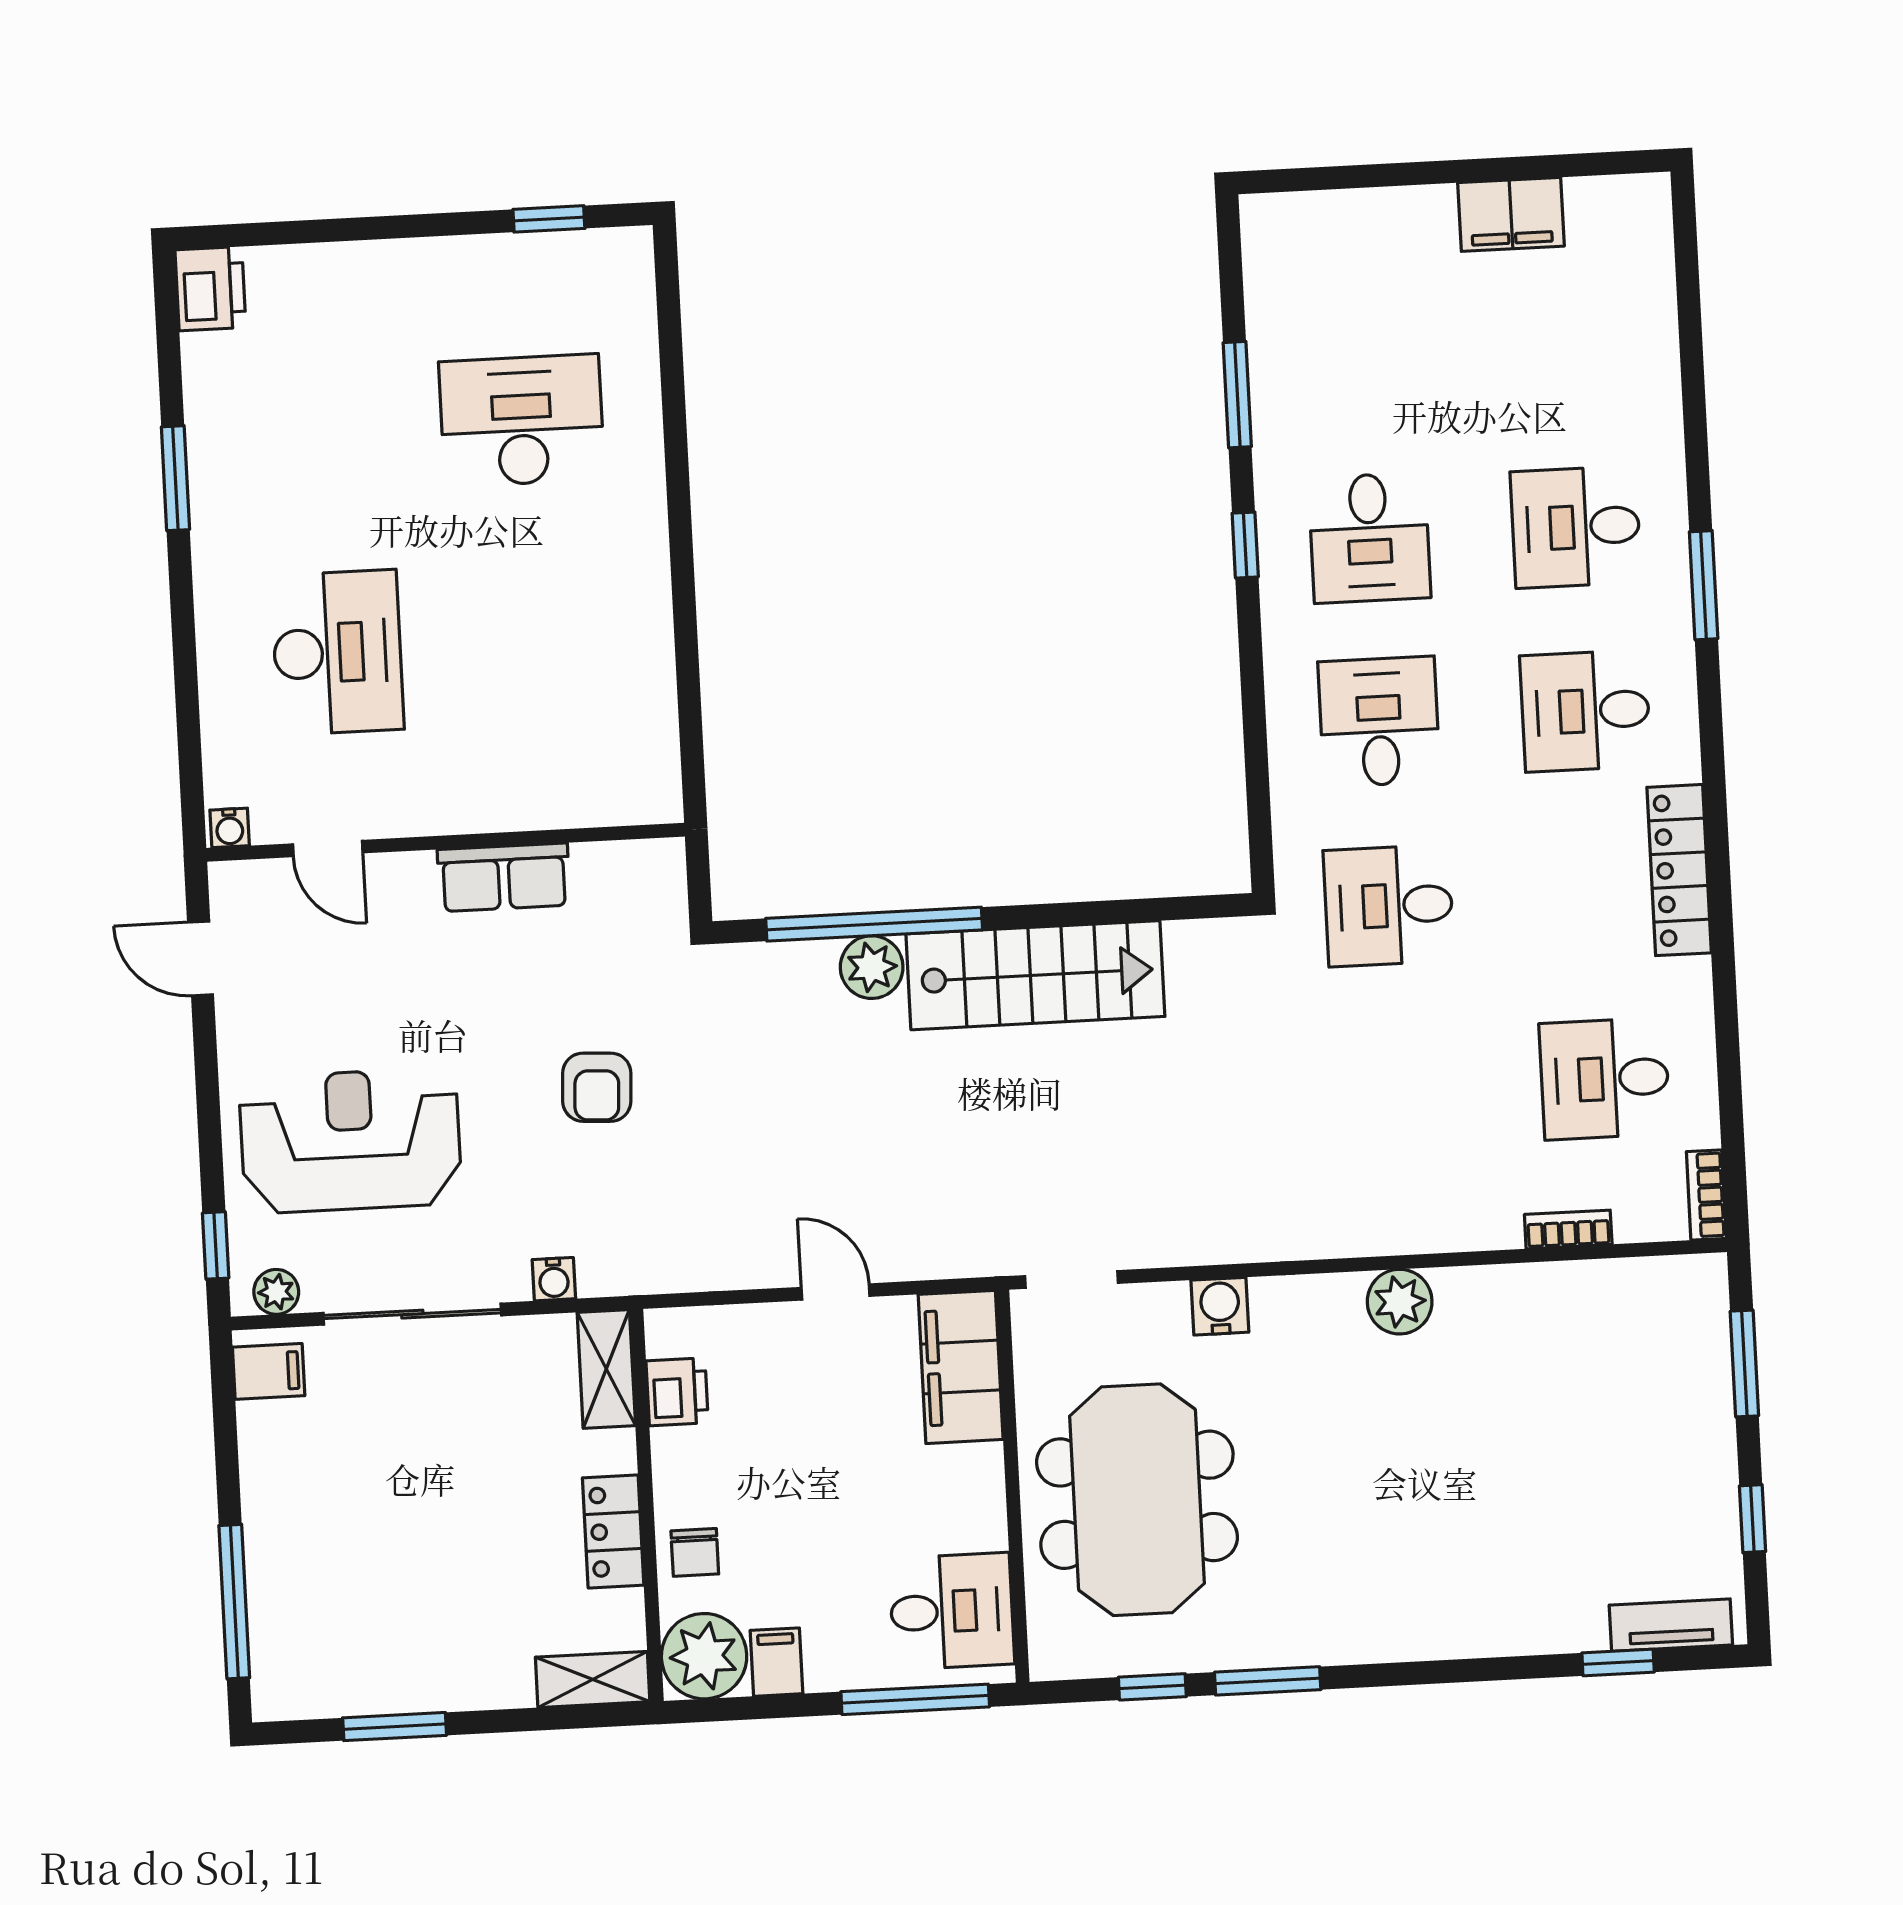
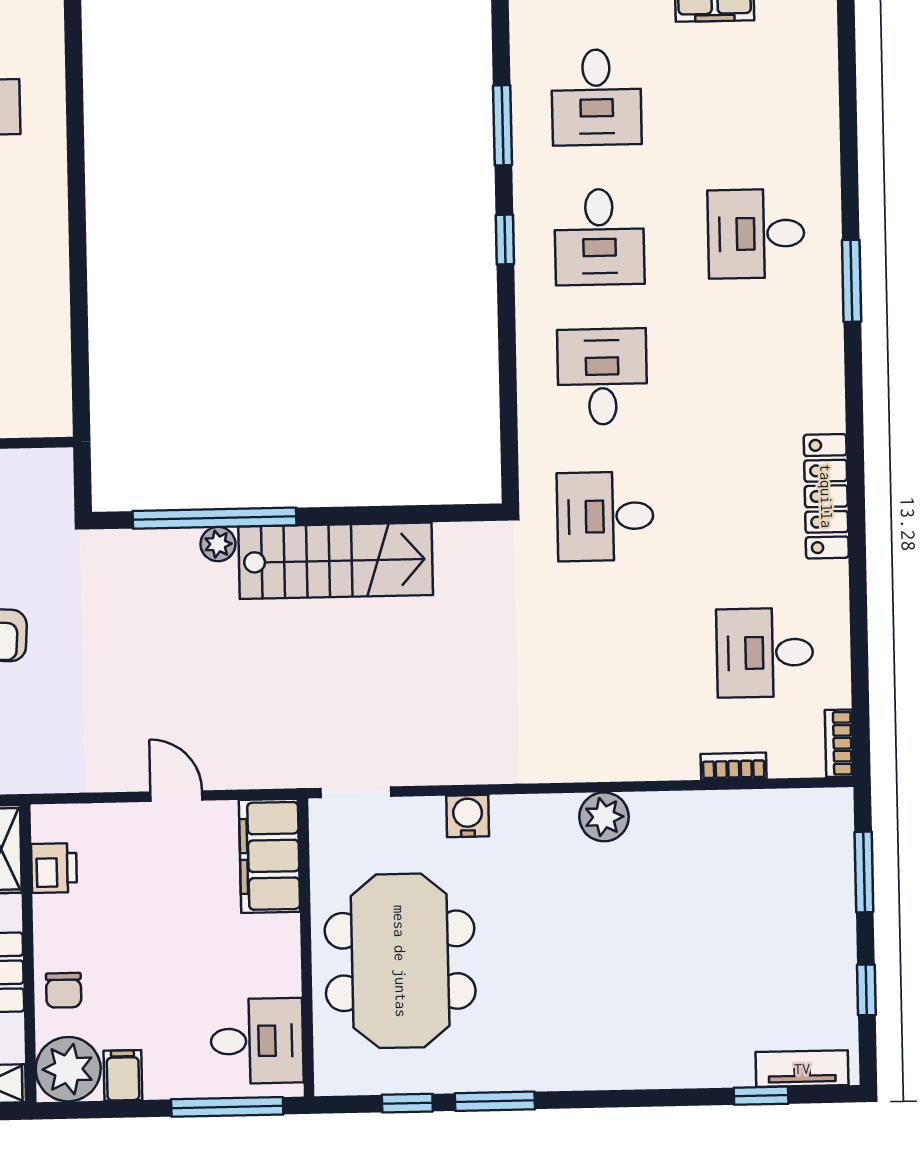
desk: (1585, 711) -> (596, 97), moved, turned -90
plant: (872, 967) -> (218, 544), width x0.73, depth x0.73

